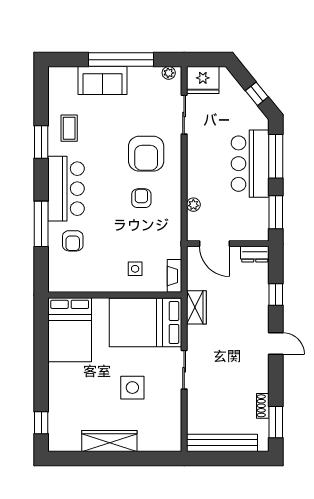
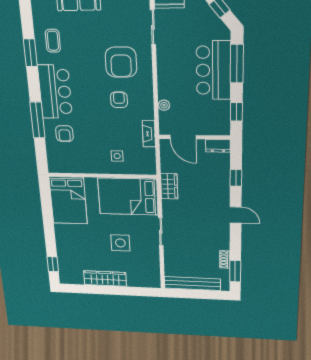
window: (276, 212) -> (236, 112), width x0.67
fireplace: (174, 276) -> (149, 134), moved

